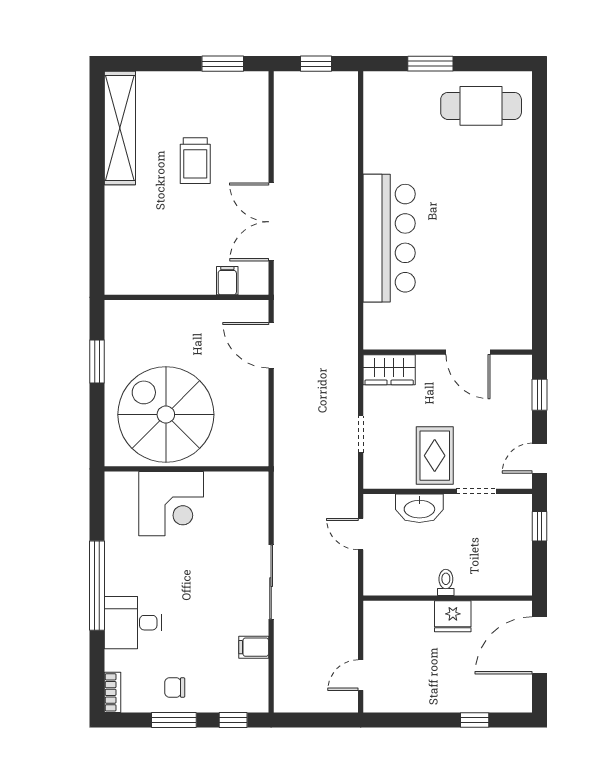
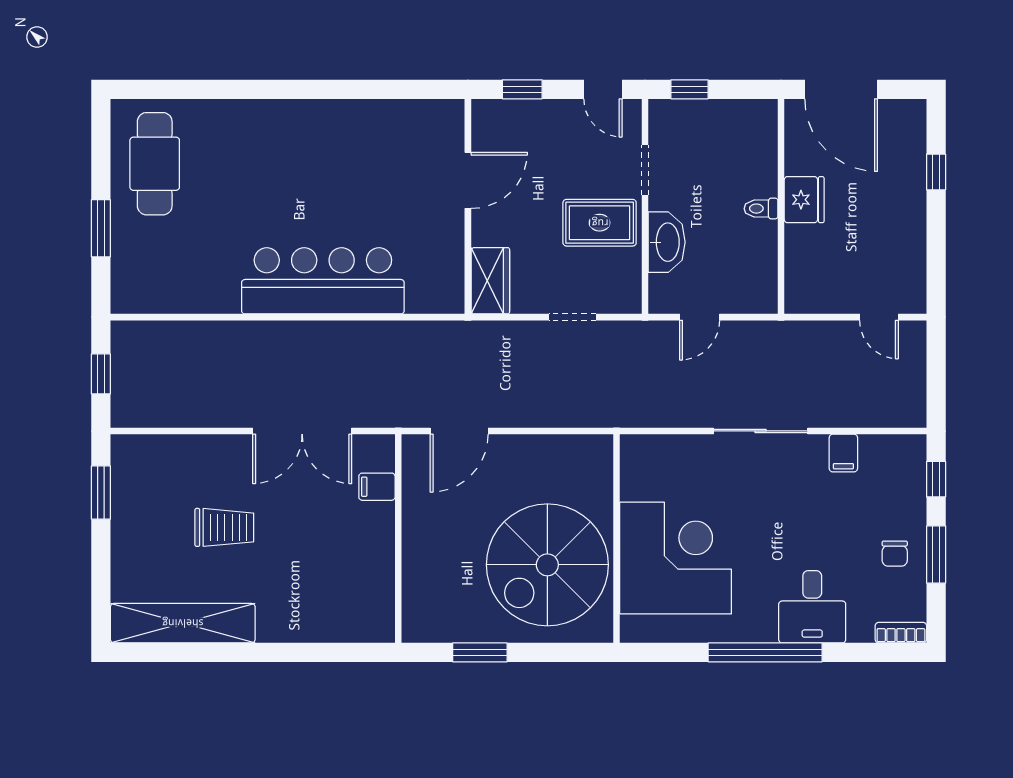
corner desk: (171, 504) -> (676, 558), width x1.36, depth x1.36

